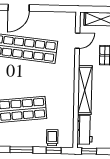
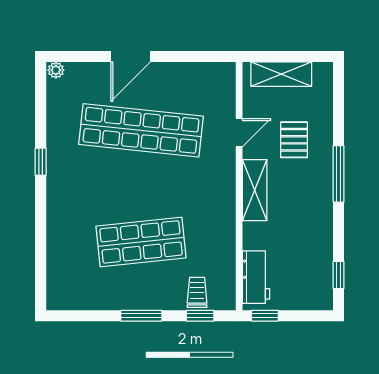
door: (77, 41) -> (239, 133), moved
shelving: (85, 90) -> (255, 190), width x0.68

